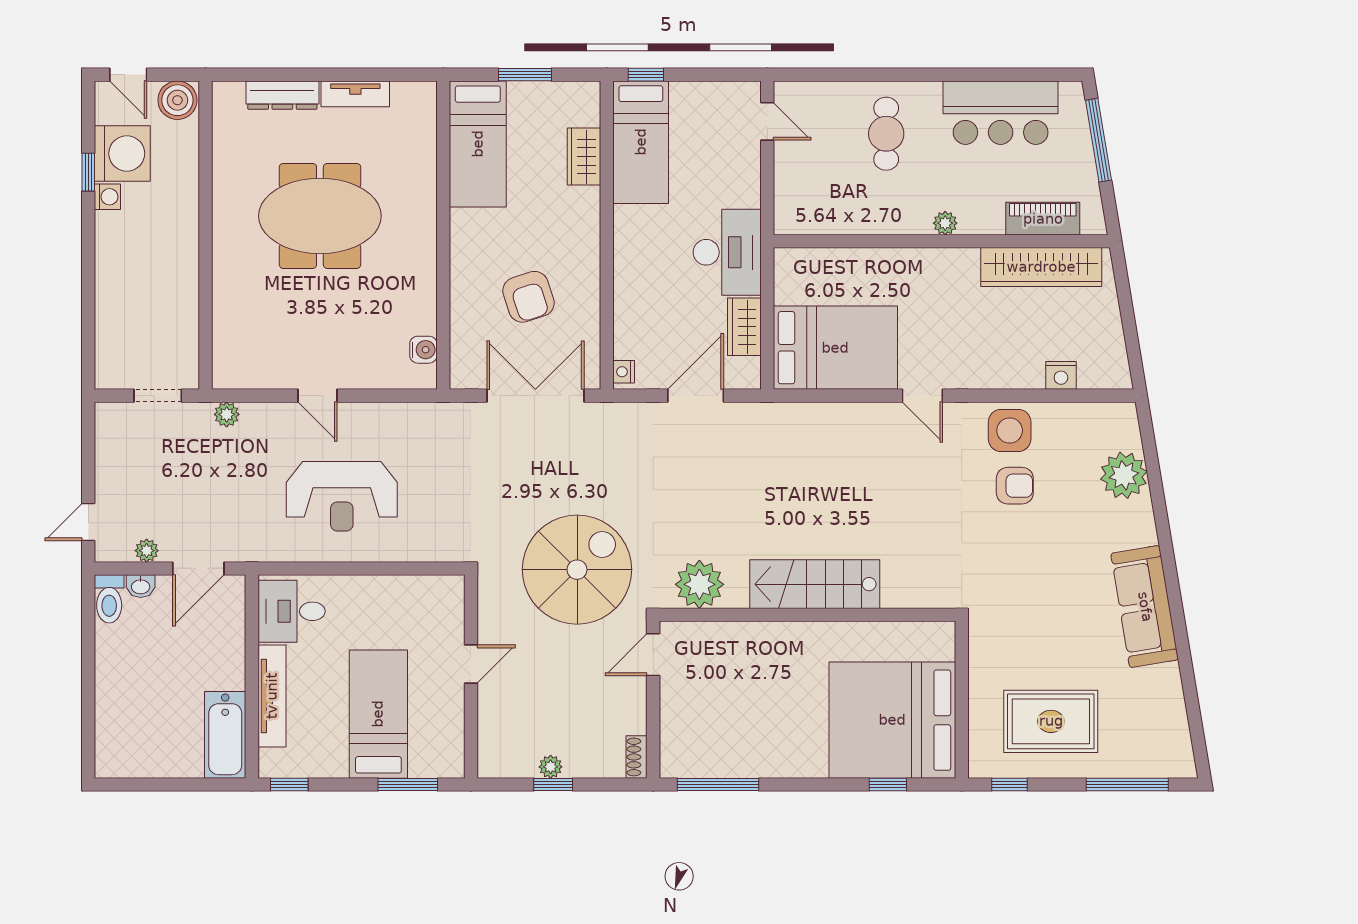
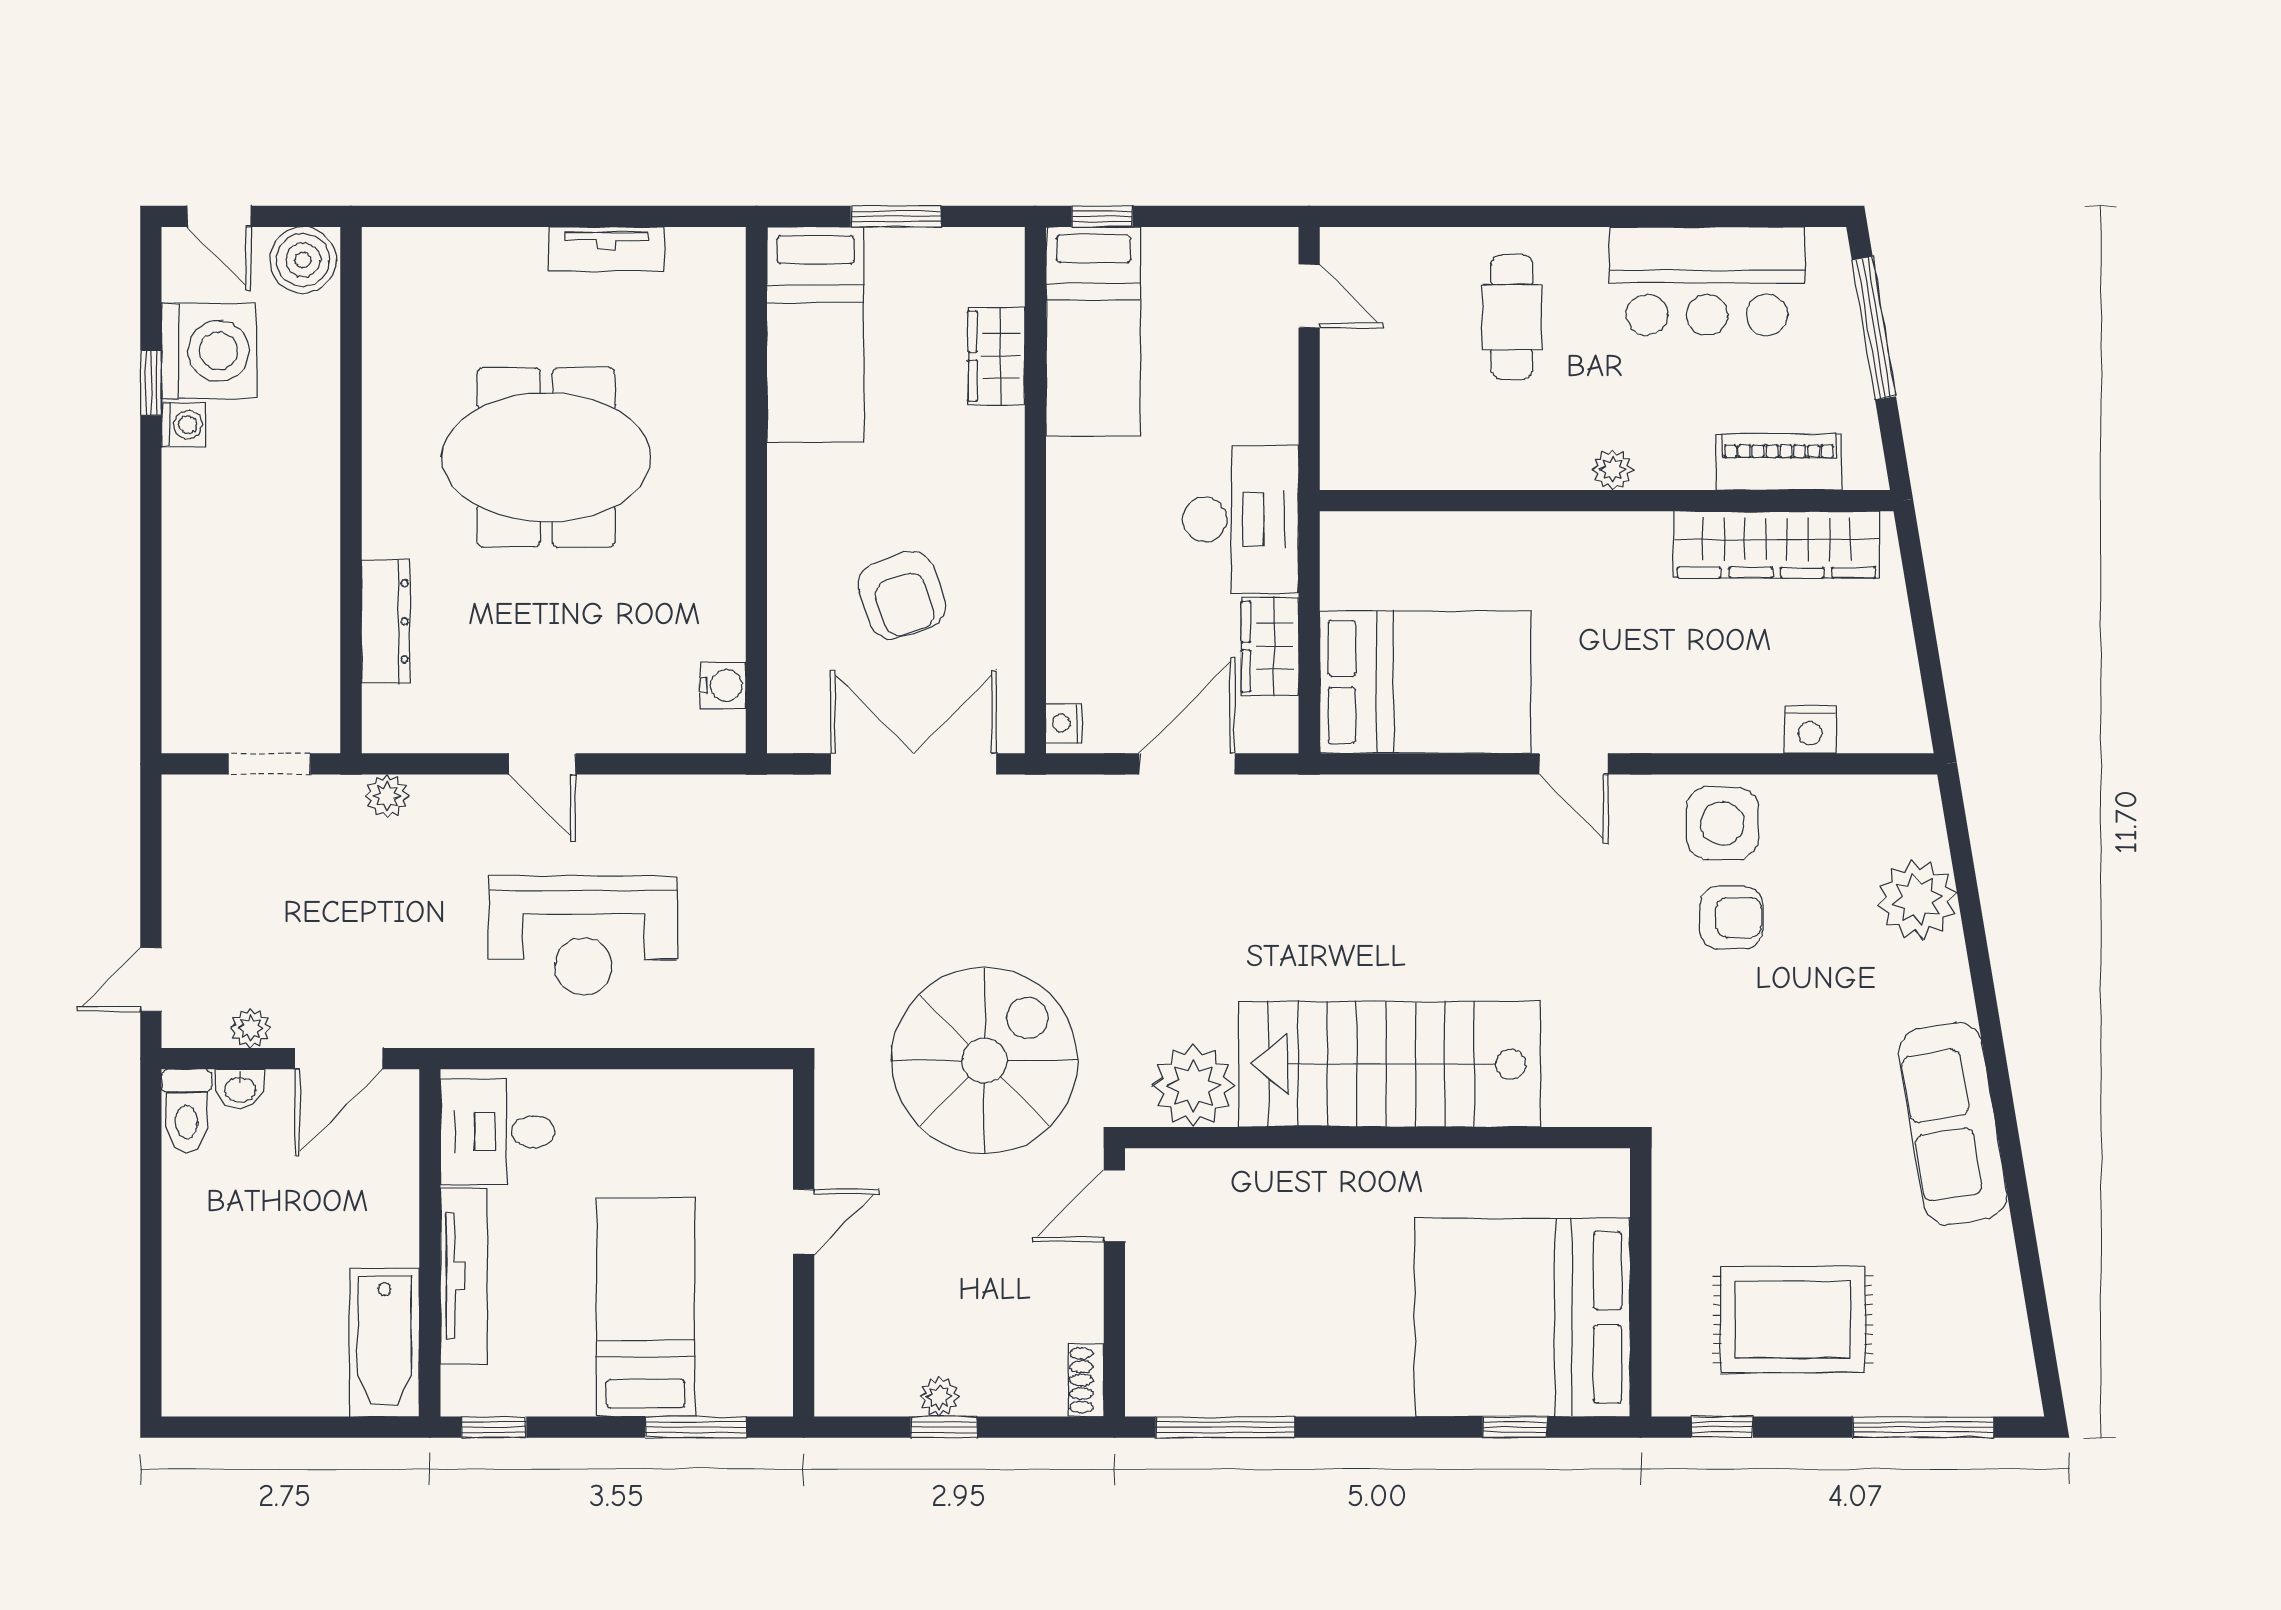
dresser: (282, 95) -> (386, 621), moved, turned -90
stairs: (815, 584) -> (1390, 1064), width x1.36, depth x1.51

